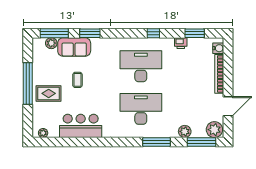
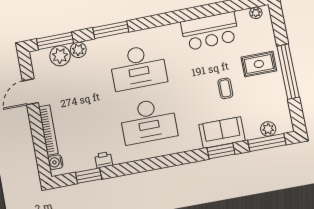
window: (153, 33) -> (140, 166), removed
sofa: (74, 47) -> (222, 133), moved
plant: (214, 130) -> (60, 56), moved

